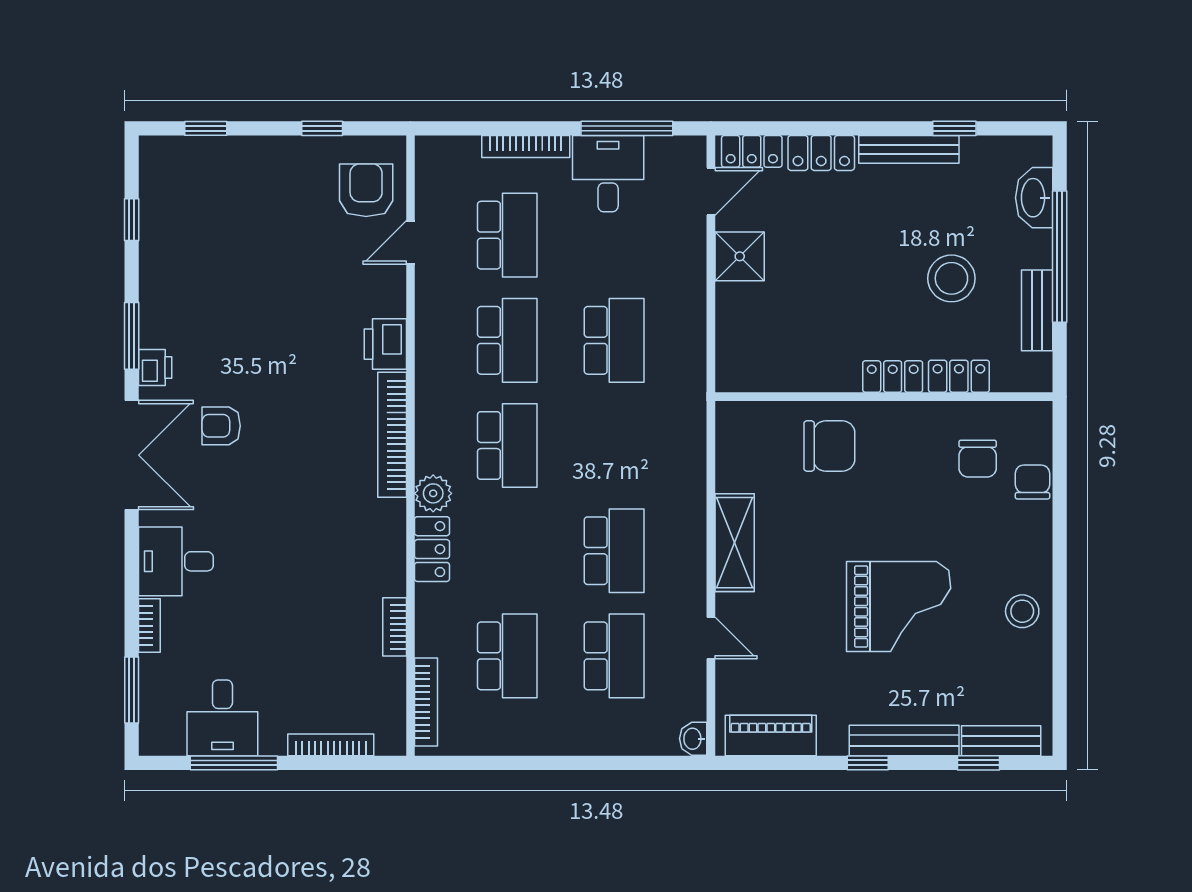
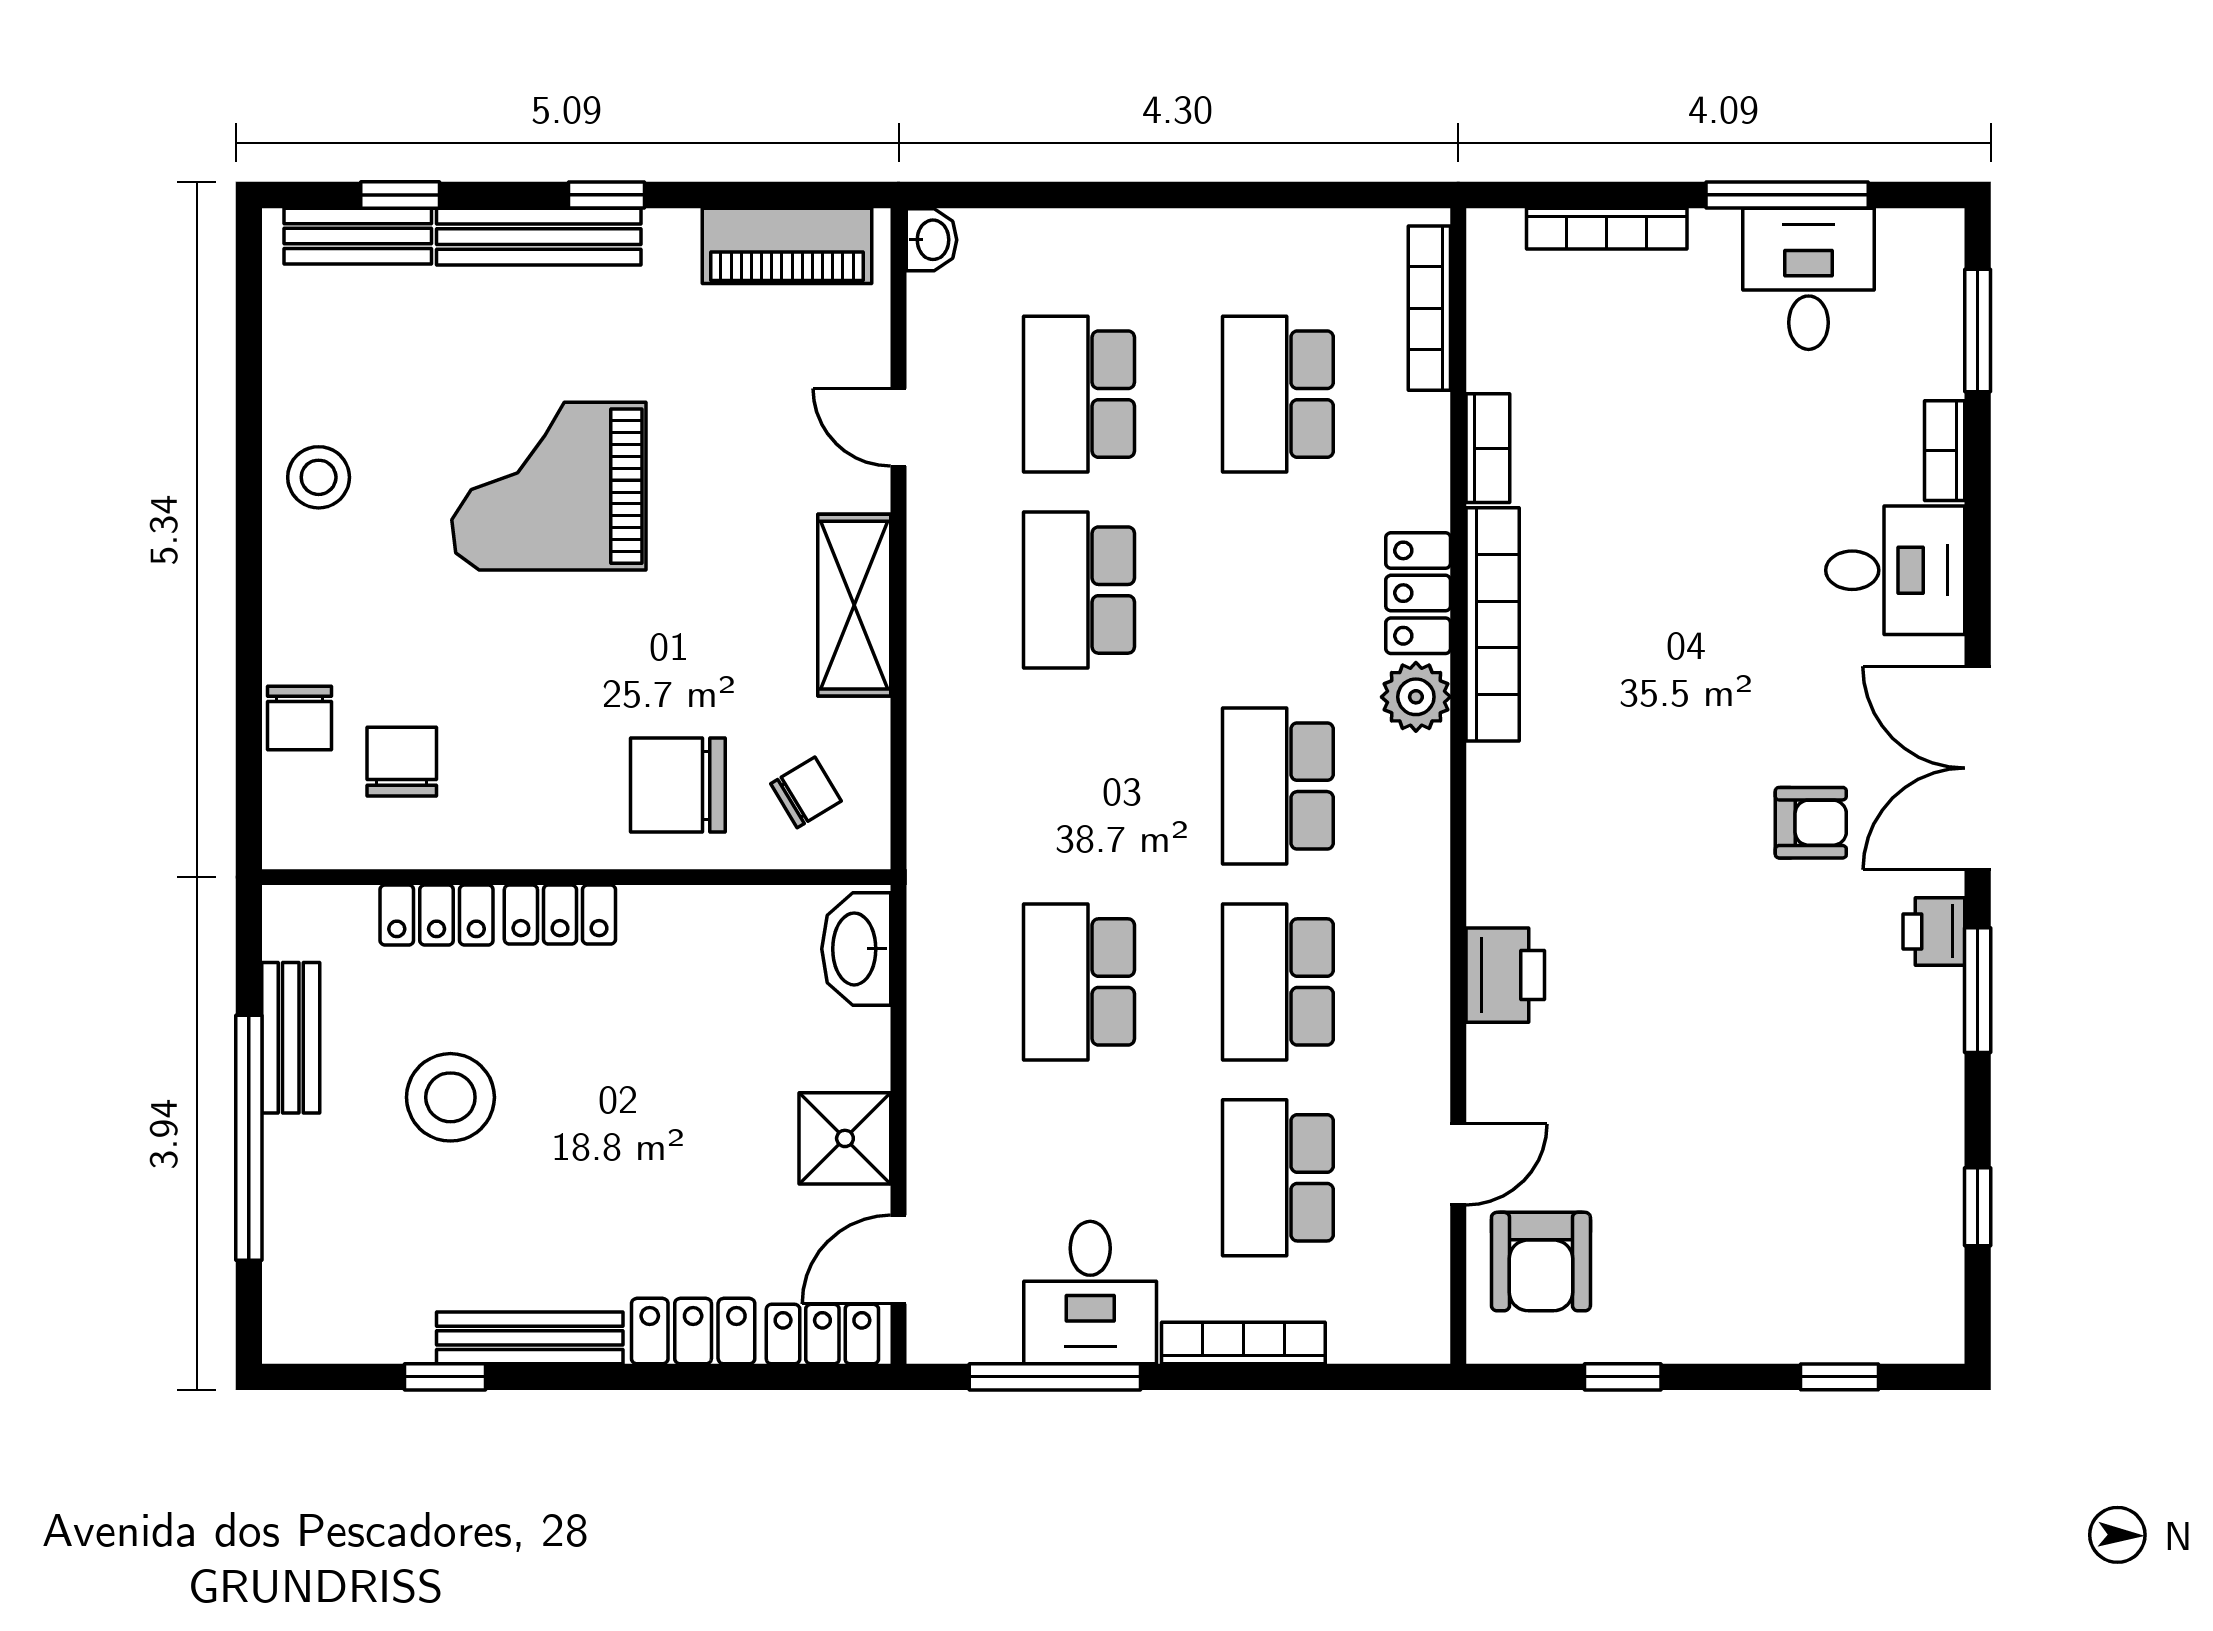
washbasin: (1034, 198) -> (856, 949), moved, turned 180
bookcase: (392, 435) -> (1493, 624), moved
chair: (761, 442) -> (806, 792), added

